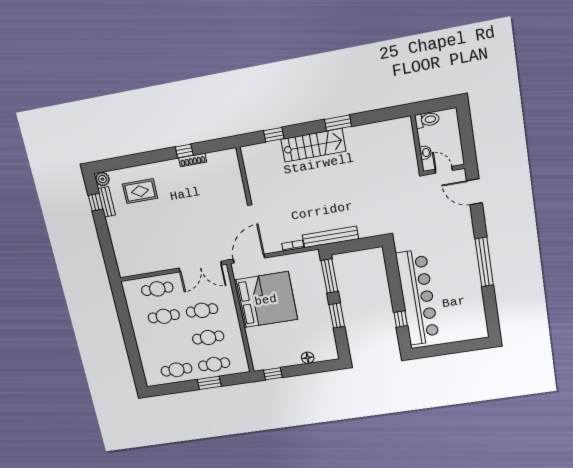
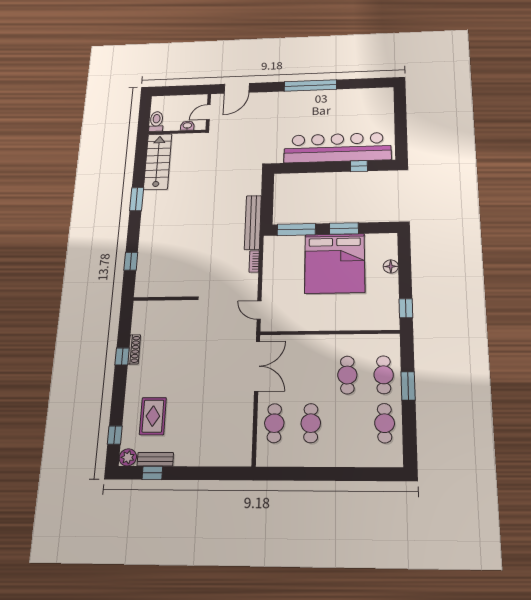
stairs: (313, 145) -> (158, 162), moved
window: (117, 163) -> (115, 435), added
door: (249, 259) -> (259, 310), width x0.53
bed: (266, 300) -> (335, 263), moved, turned 180
cafe table: (202, 310) -> (311, 375), removed

